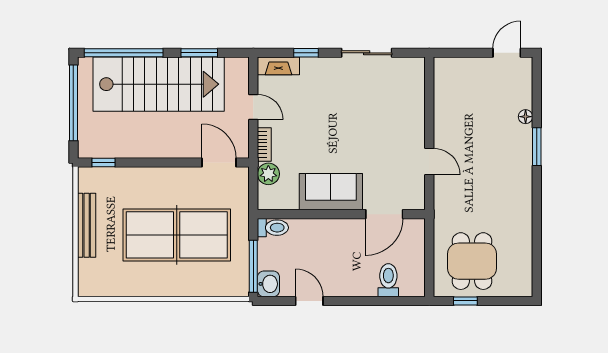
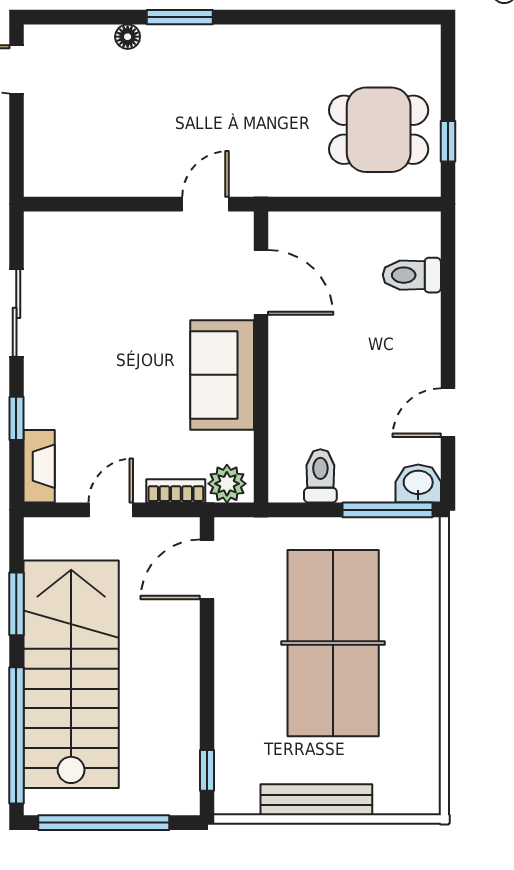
sofa: (331, 192) -> (222, 375), moved
wall: (341, 214) -> (261, 357), moved
door: (384, 214) -> (261, 282), moved

